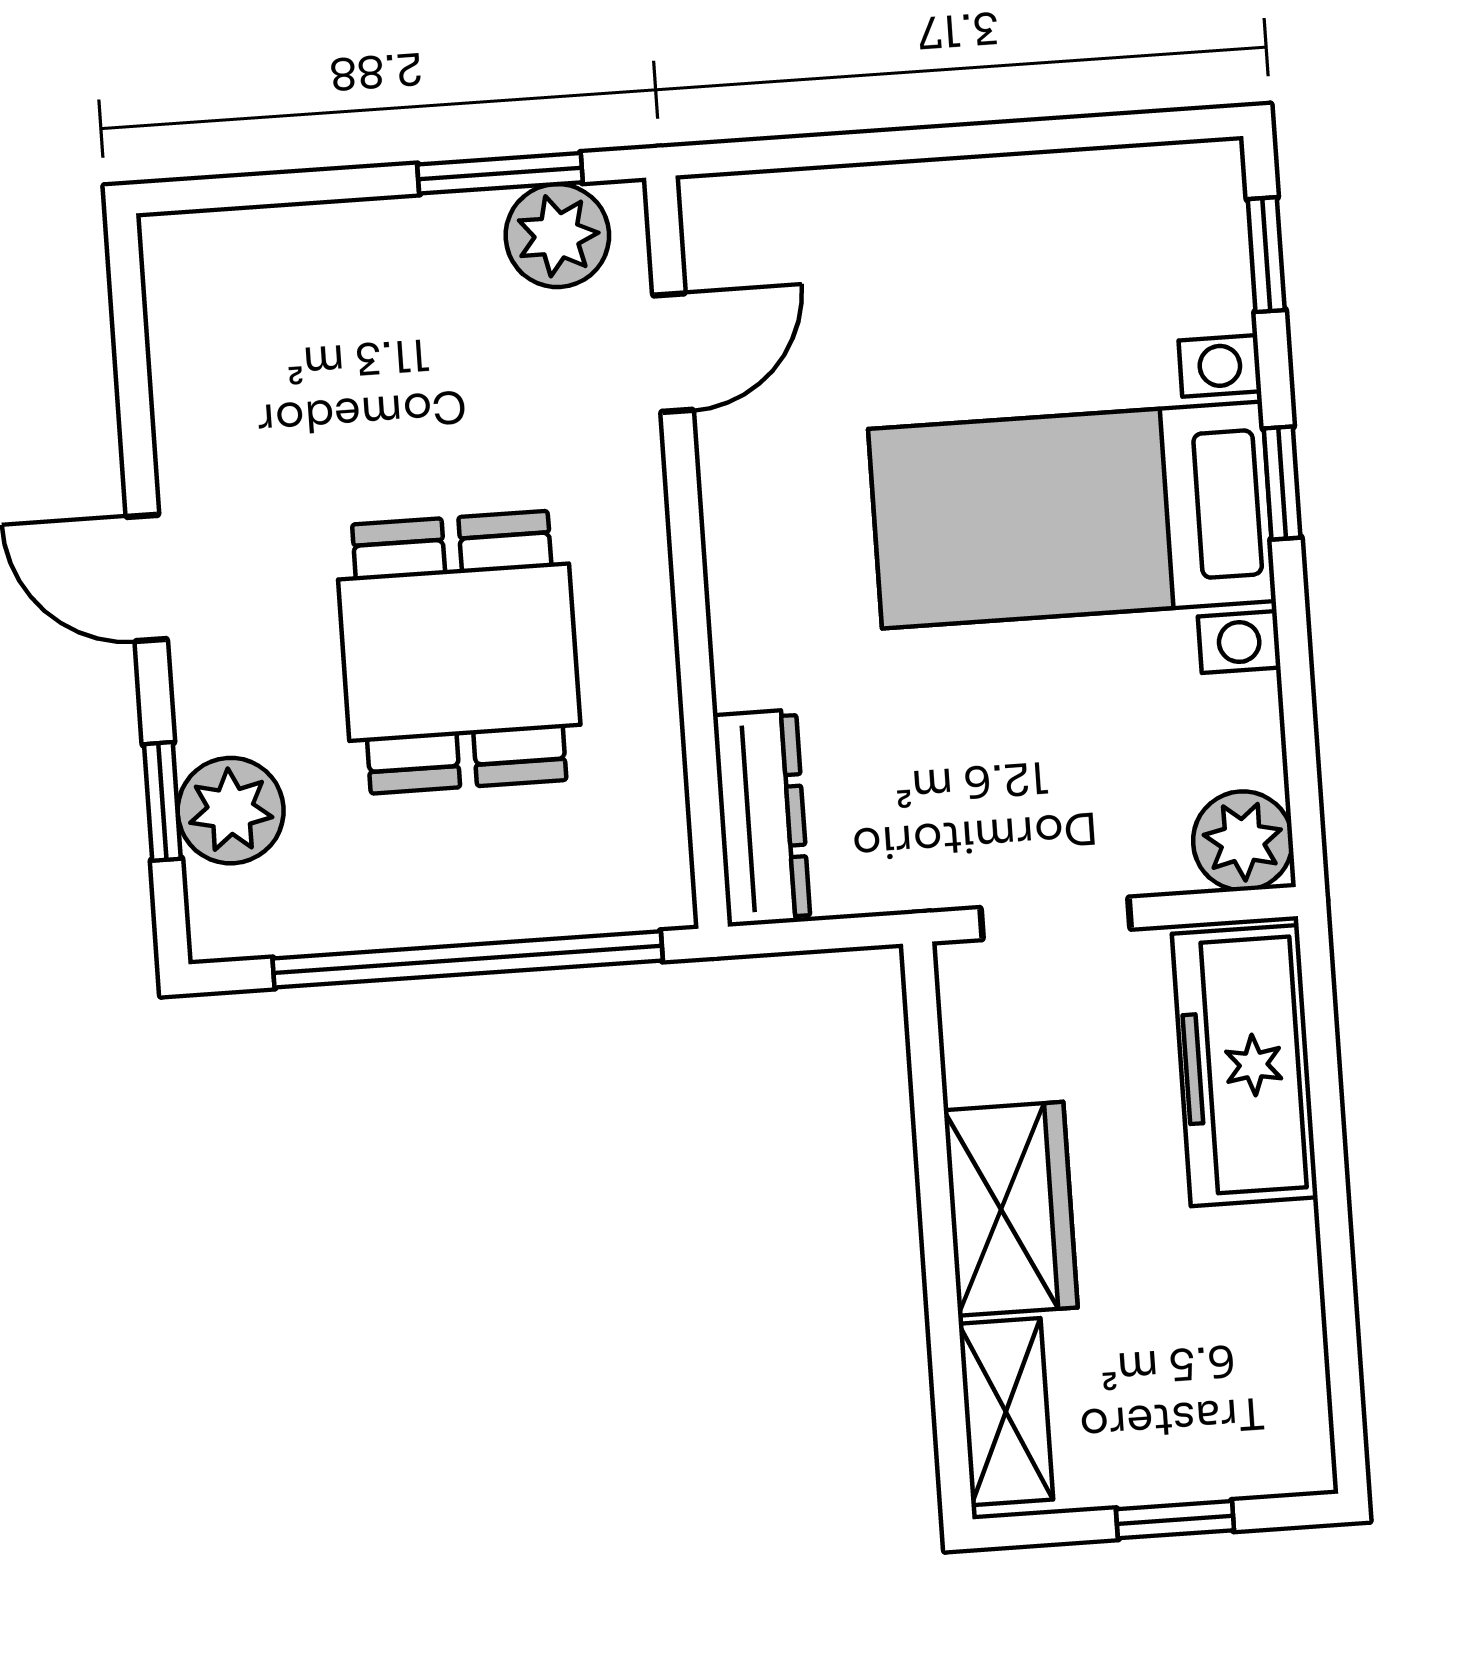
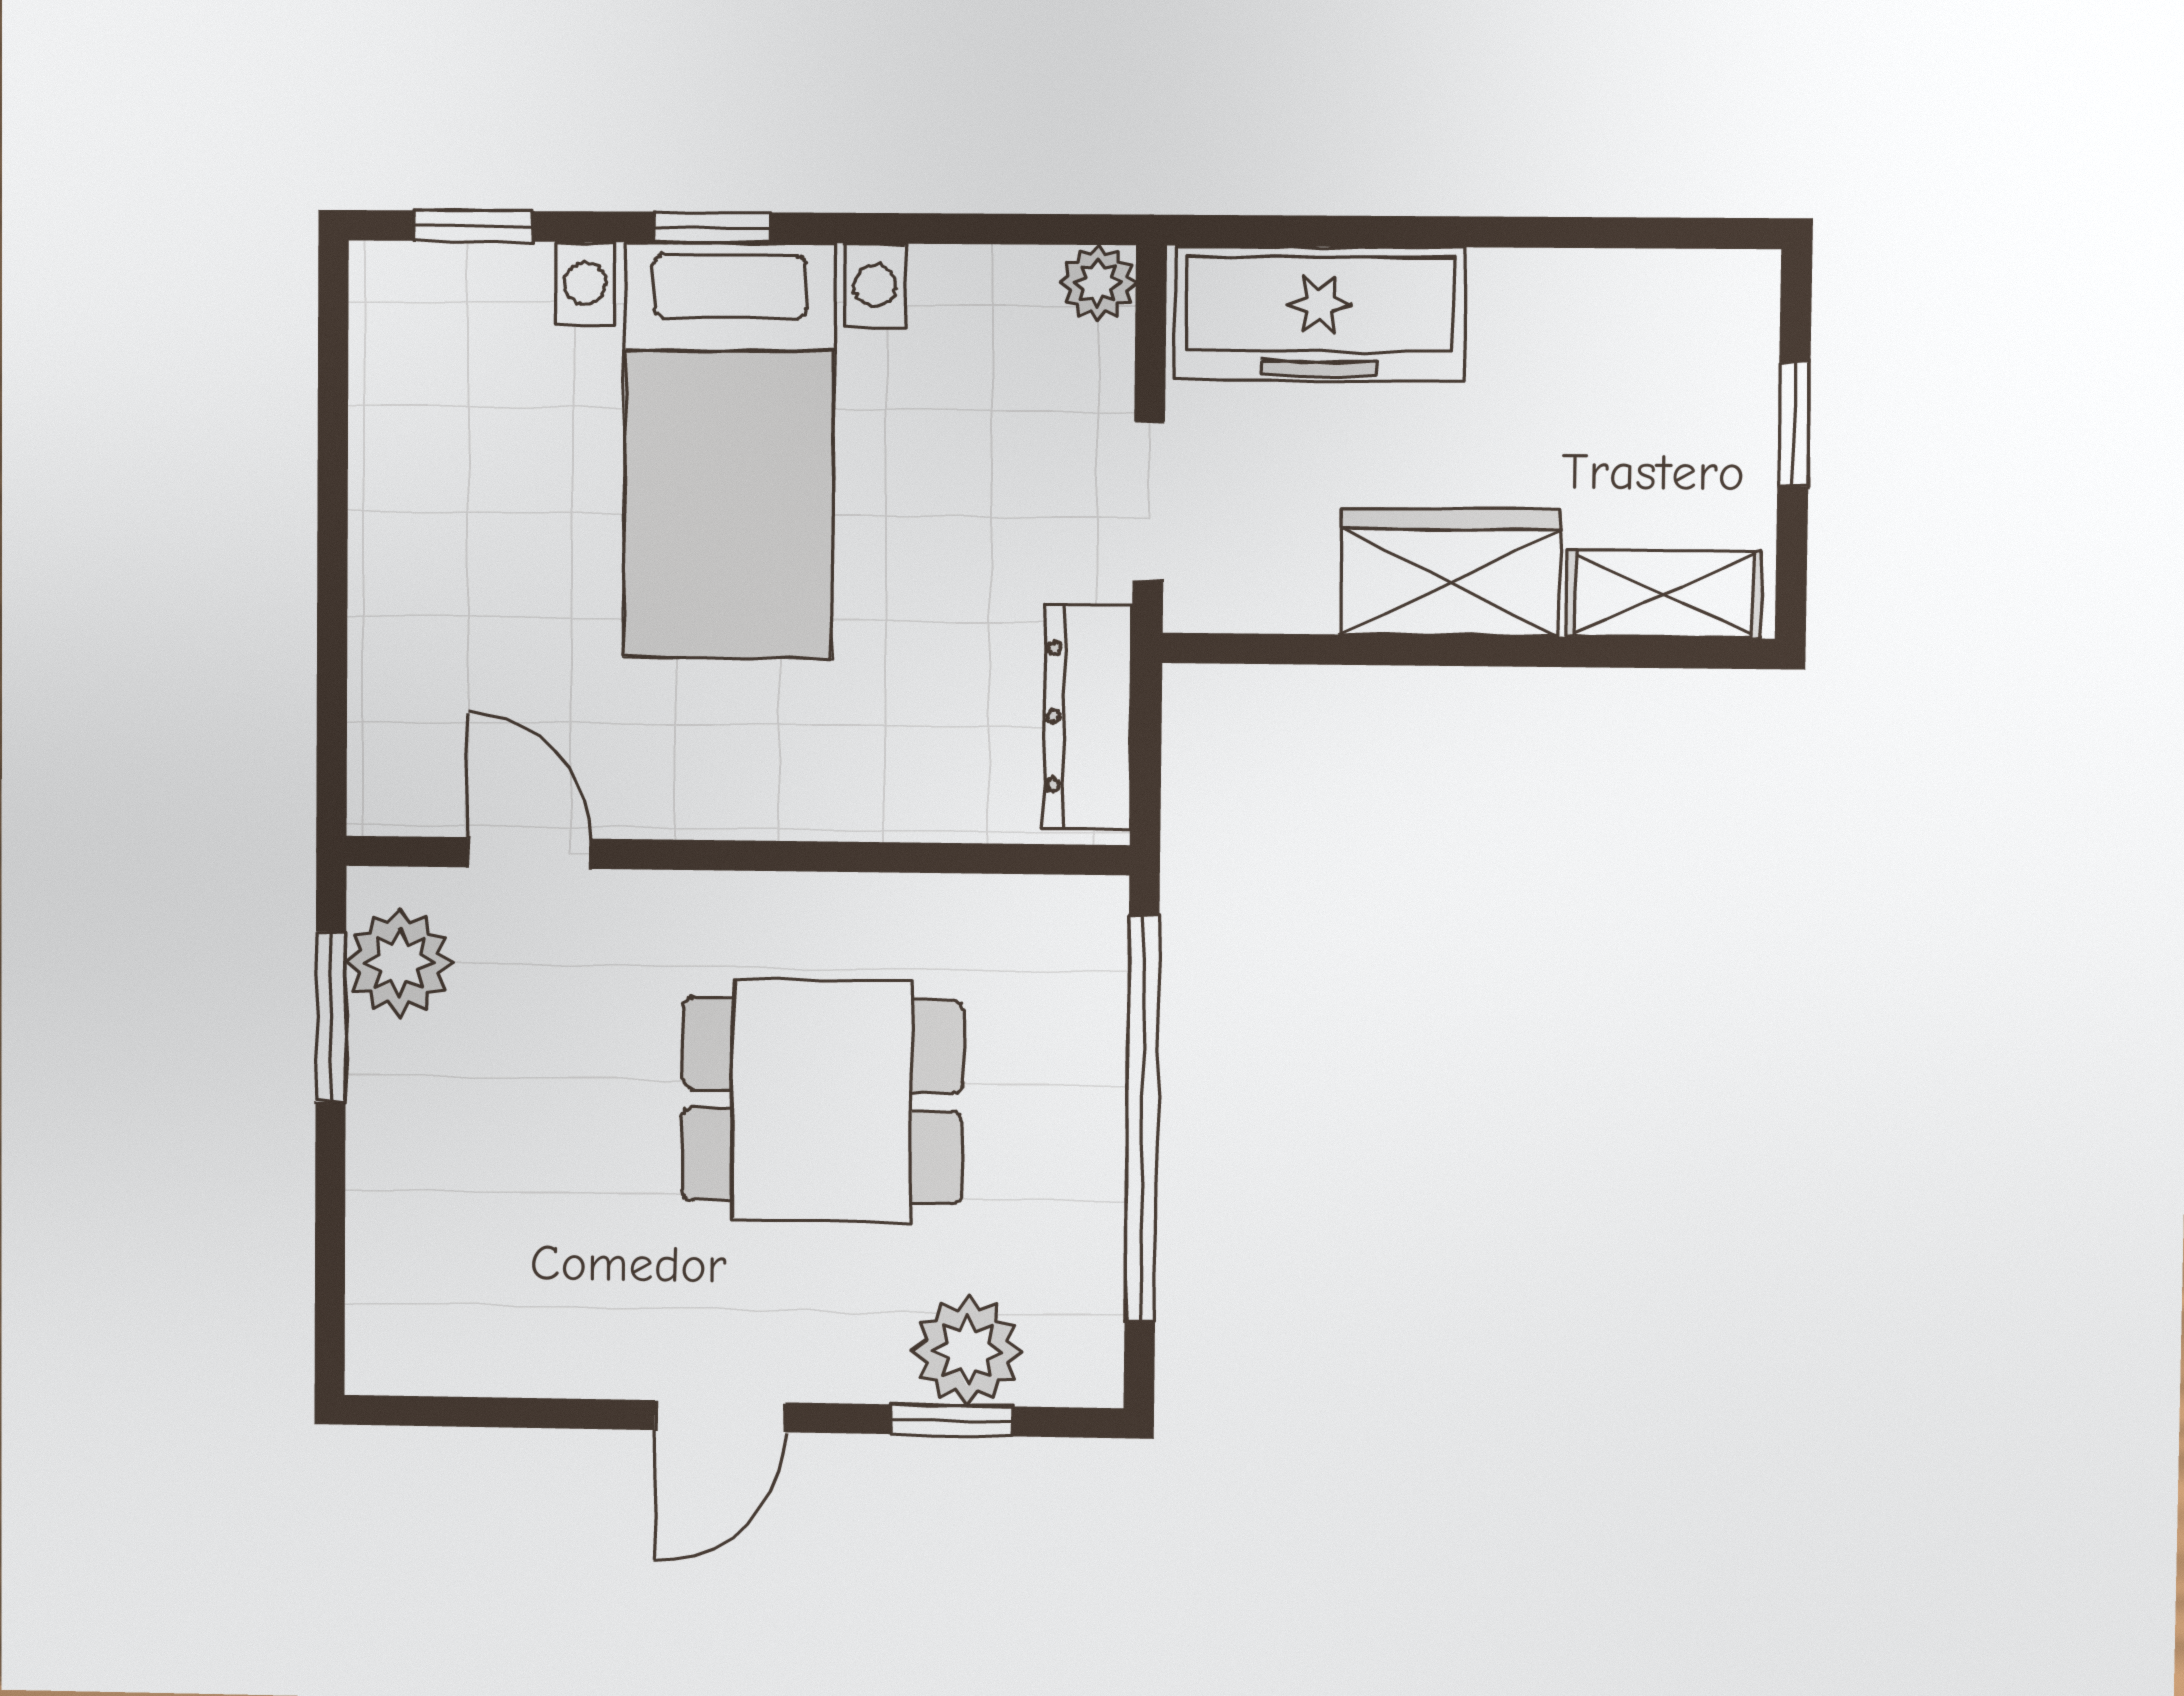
dresser: (762, 818) -> (1088, 717), moved, turned -90
plant: (1243, 841) -> (1098, 283), width x0.73, depth x0.73

